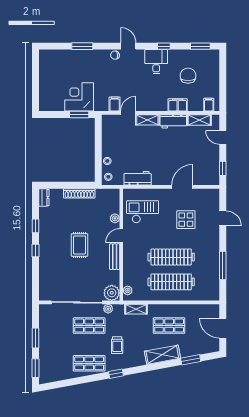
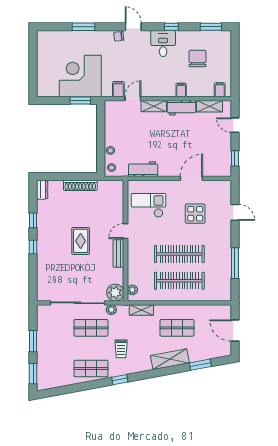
corner desk: (79, 97) -> (80, 76), width x1.36, depth x1.36
filing cabinet: (178, 105) -> (181, 90), width x0.50
plant: (115, 218) -> (119, 212), removed

